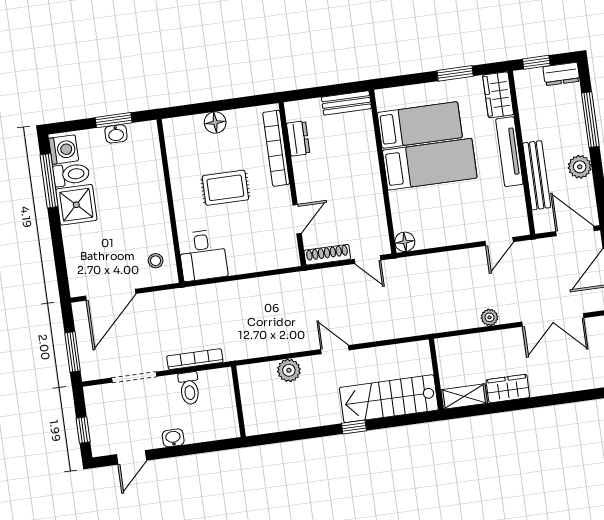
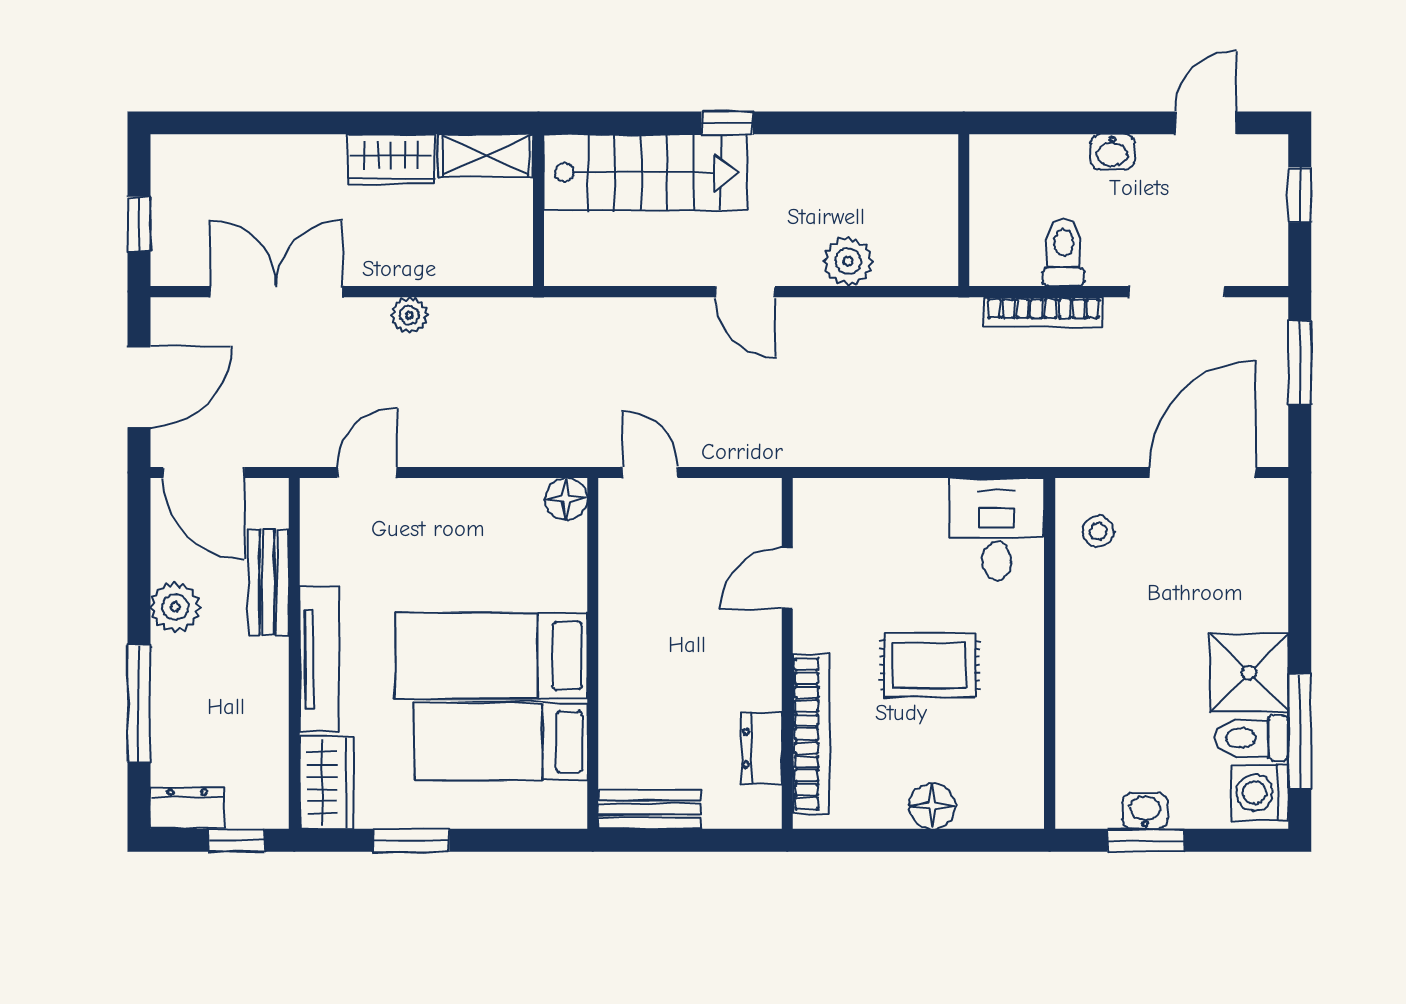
bench: (537, 175) -> (268, 582), width x0.73
shoe rack: (327, 255) -> (734, 494), removed

